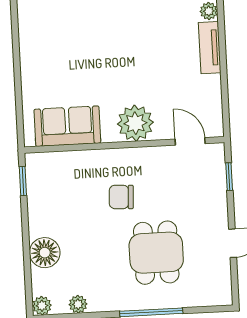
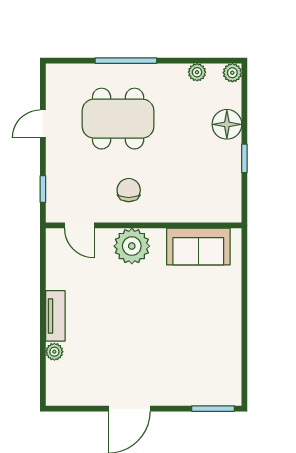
window: (23, 181) -> (244, 158), moved
chair: (121, 197) -> (129, 190), moved, turned -93
dining table: (156, 253) -> (118, 119), width x1.38

